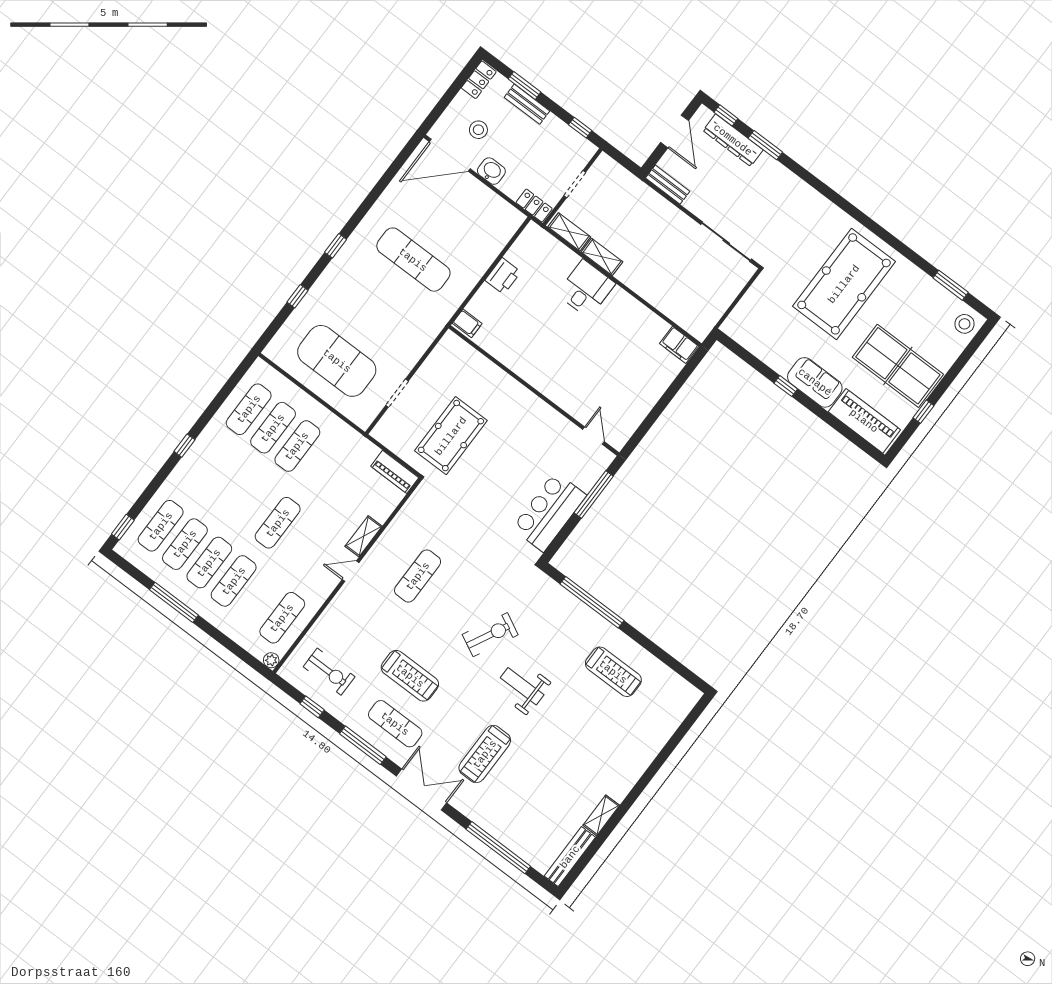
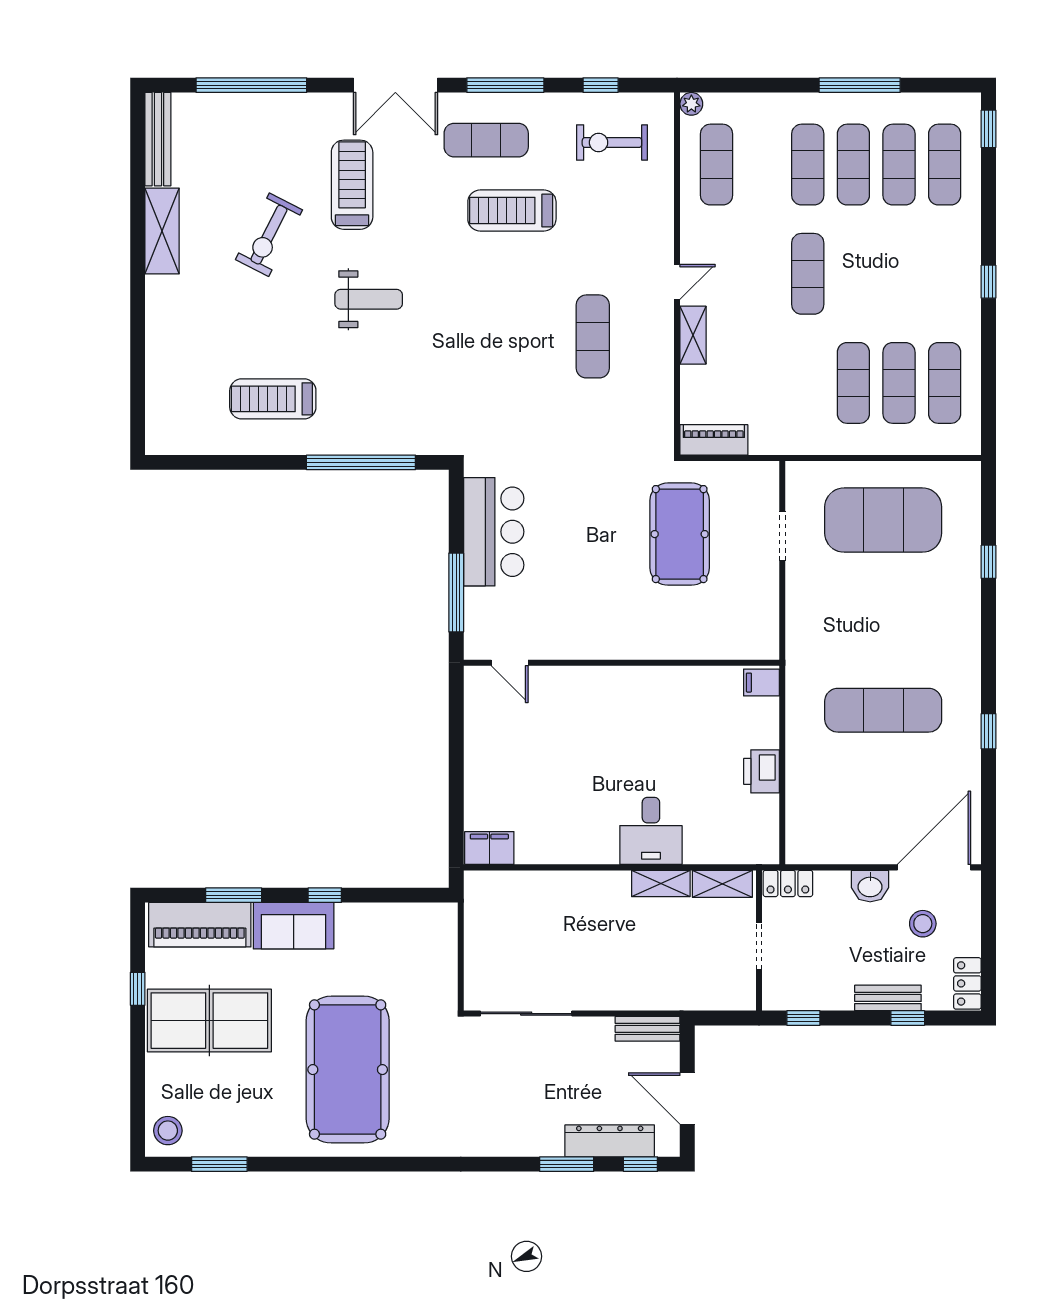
window: (524, 86) -> (908, 1018), width x0.67
window: (336, 246) -> (988, 731), moved
window: (834, 423) -> (234, 895), added
exercise bike: (490, 635) -> (269, 235), moved
shelving: (601, 815) -> (162, 231), width x1.50, depth x1.33

